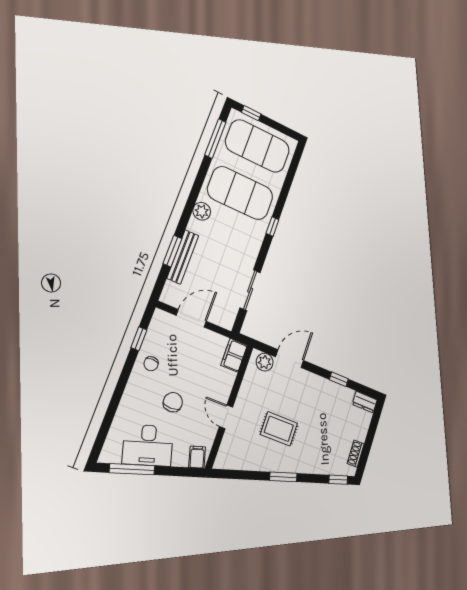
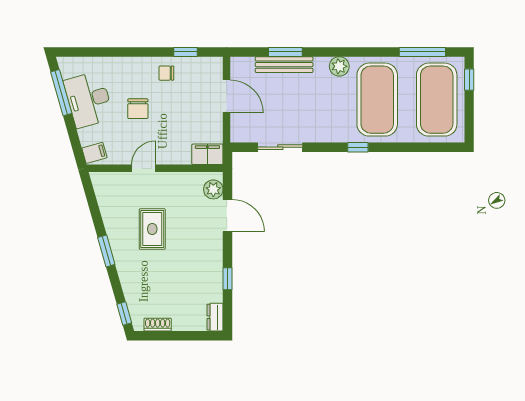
chair: (173, 402) -> (138, 109), turned 90

